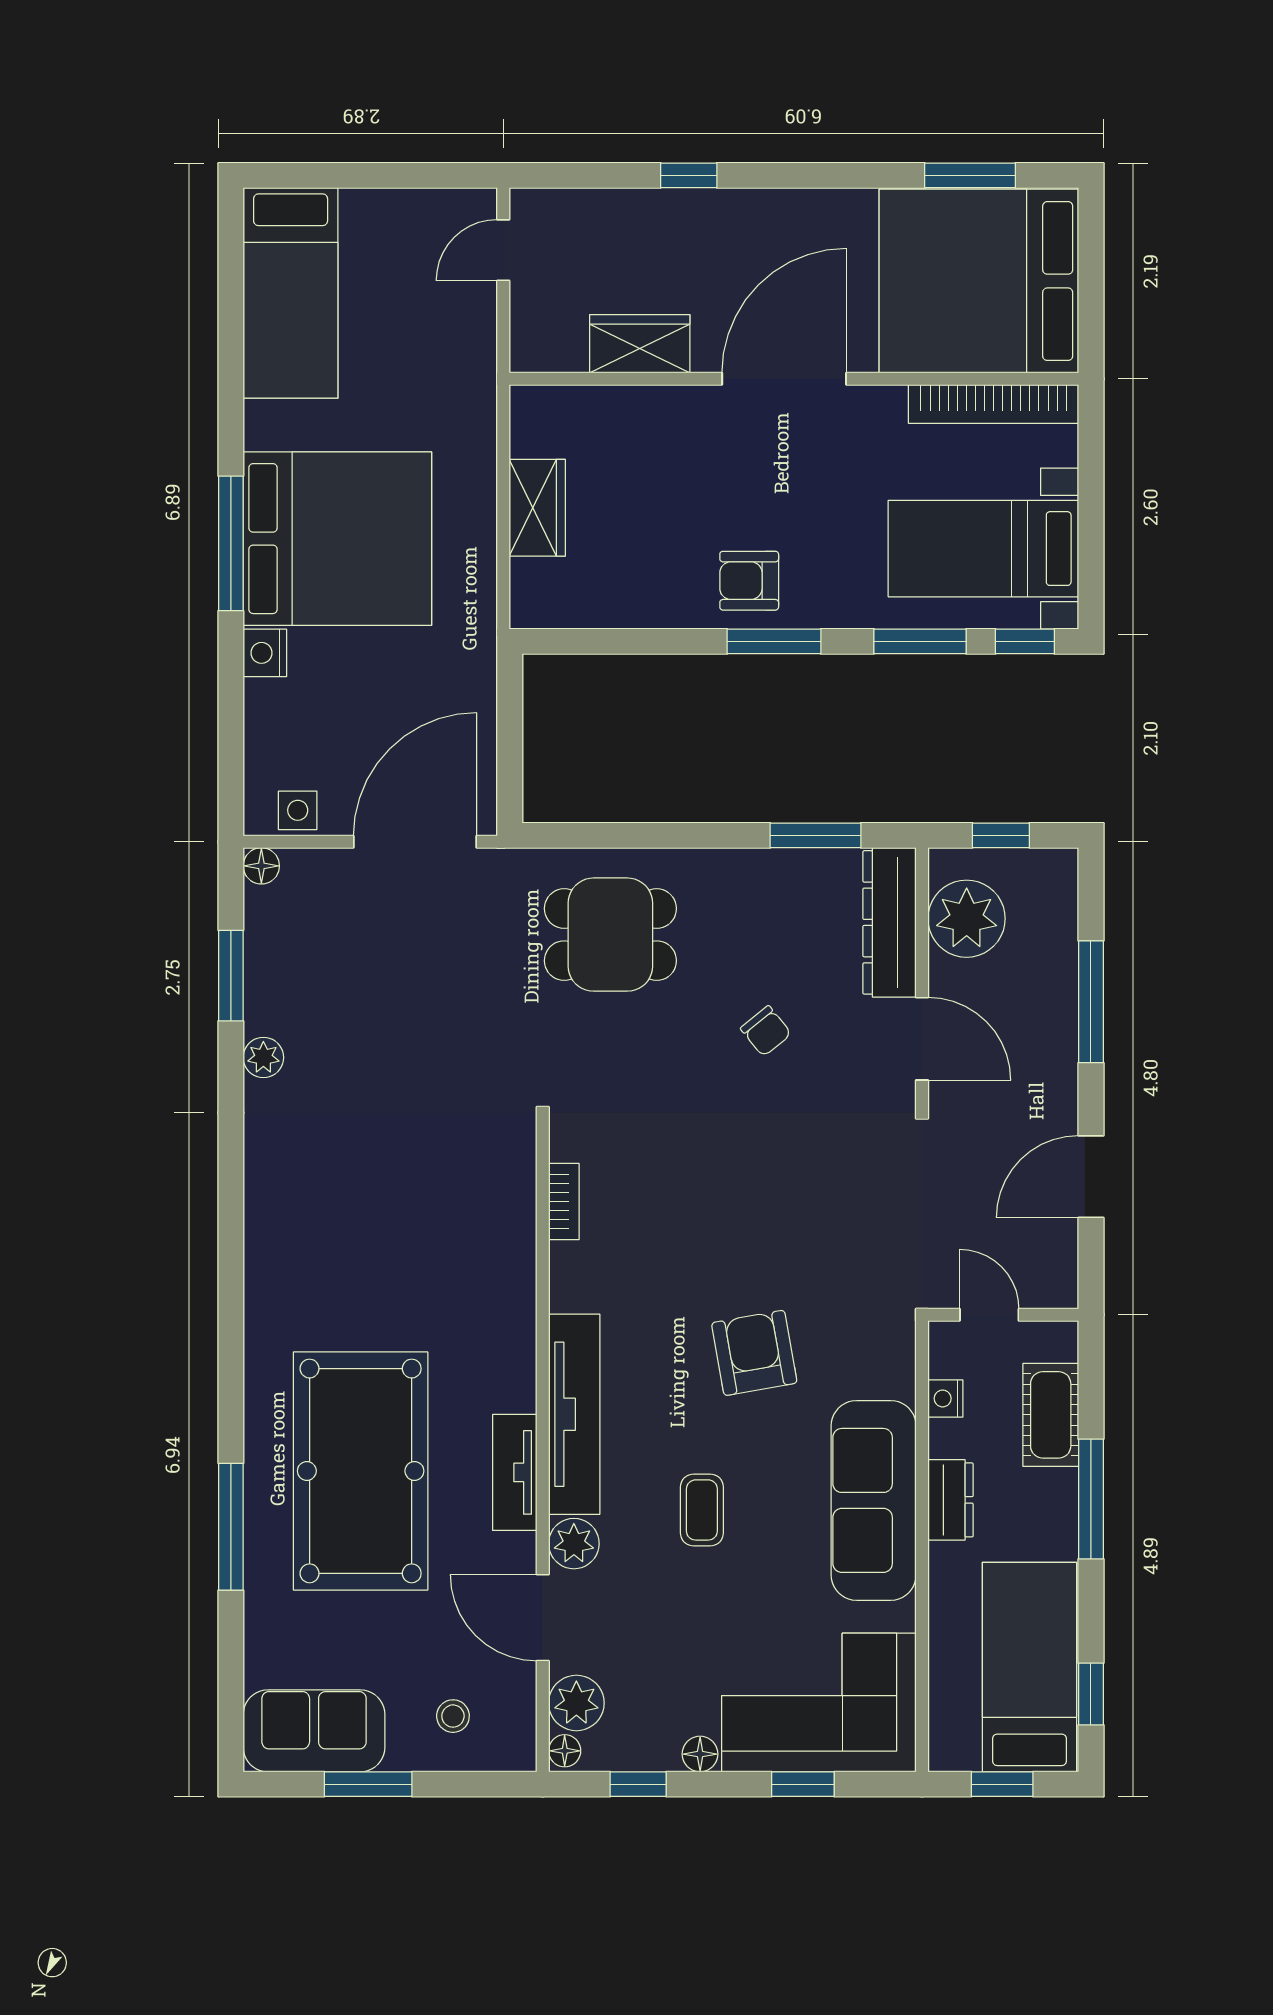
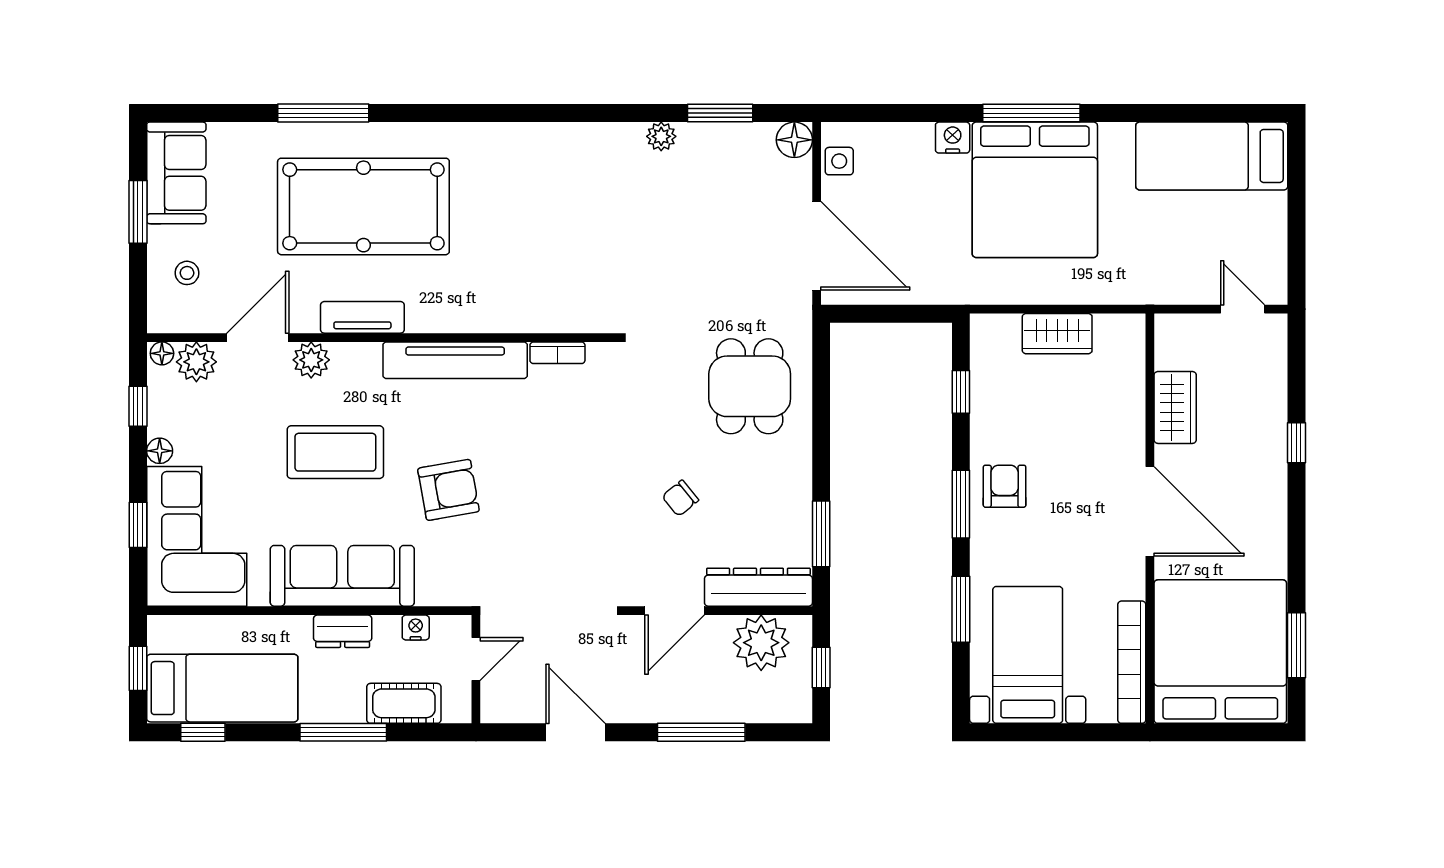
window: (1025, 641) -> (961, 392), moved
floor lamp: (261, 866) -> (794, 140), width x1.37, depth x1.37
tv unit: (574, 1414) -> (455, 360), moved
coffee table: (702, 1510) -> (335, 452), width x1.86, depth x1.72

